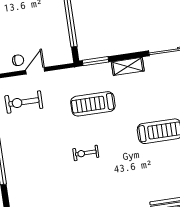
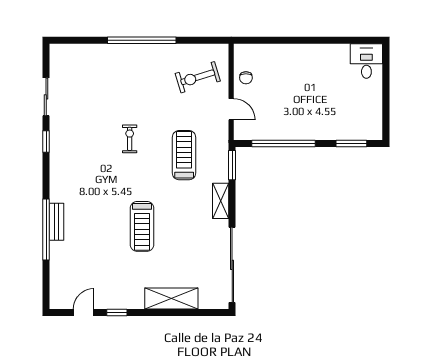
door: (35, 71) -> (231, 109), moved
exercise bike: (24, 102) -> (198, 77), turned -107

